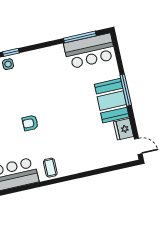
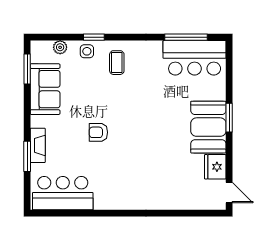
window: (126, 90) -> (229, 118), width x0.69
coffee table: (50, 168) -> (117, 63), moved

